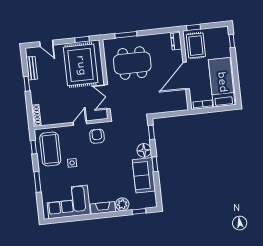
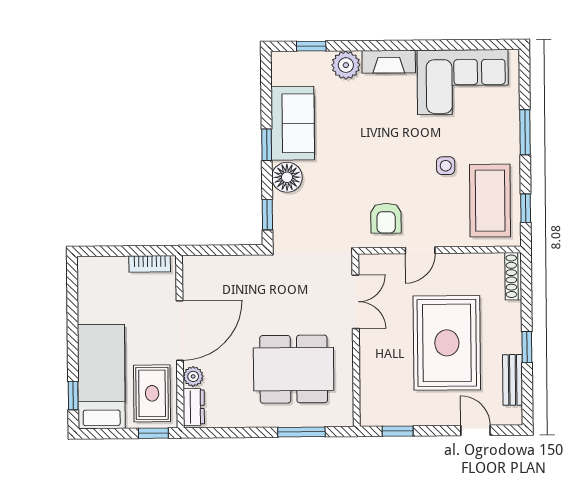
plant: (178, 55) -> (193, 376), added
rug: (81, 65) -> (447, 343), moved
bed: (222, 82) -> (101, 377), moved, turned 180

